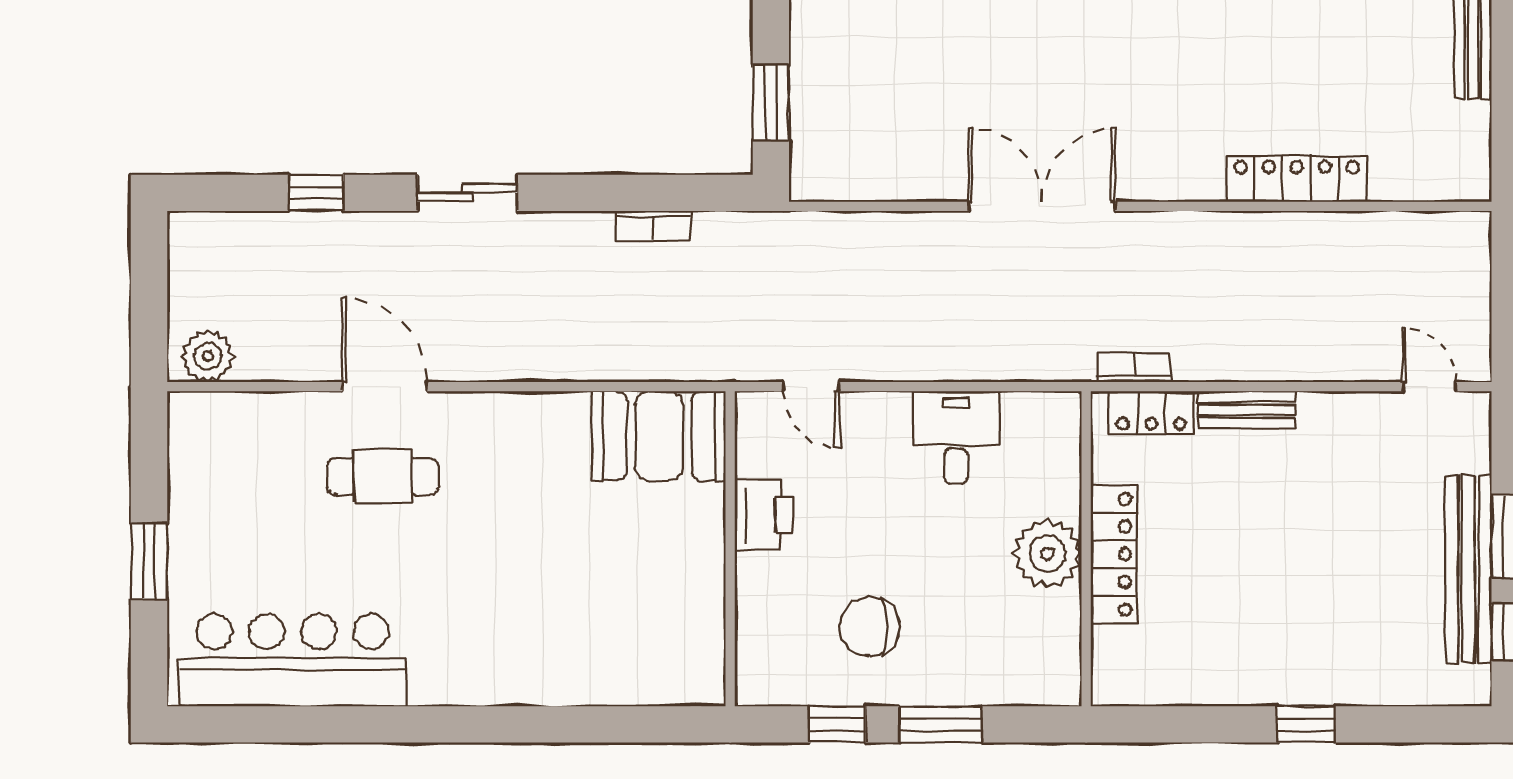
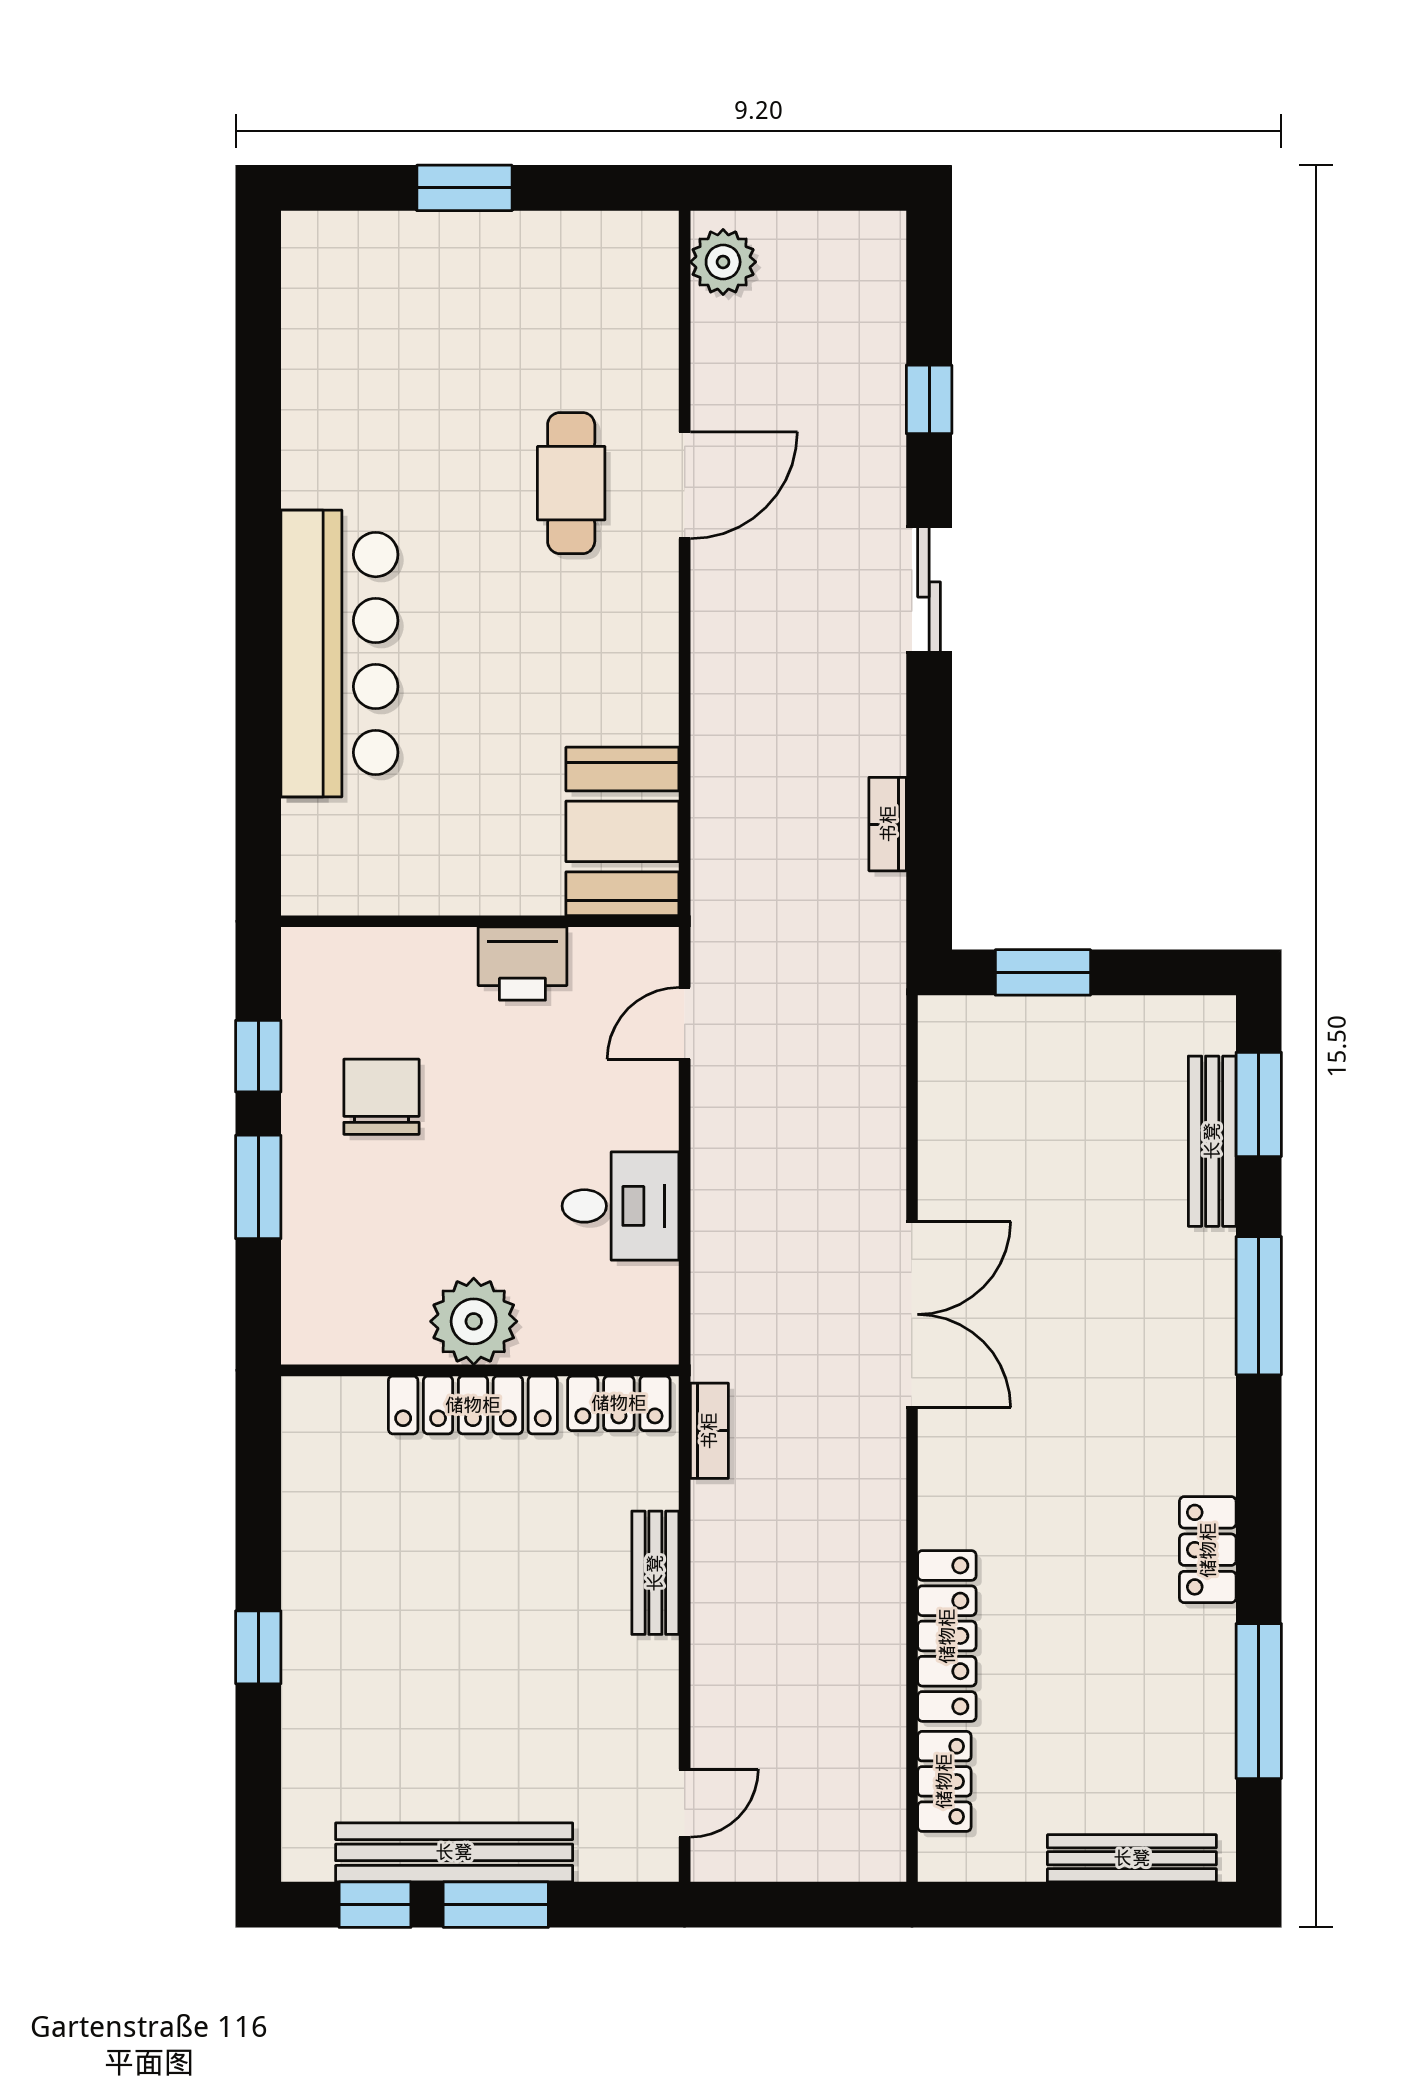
locker: (1412, 181) -> (944, 1781), added
locker: (1151, 413) -> (619, 1403), moved, turned -90
bar counter: (293, 660) -> (339, 654), moved

